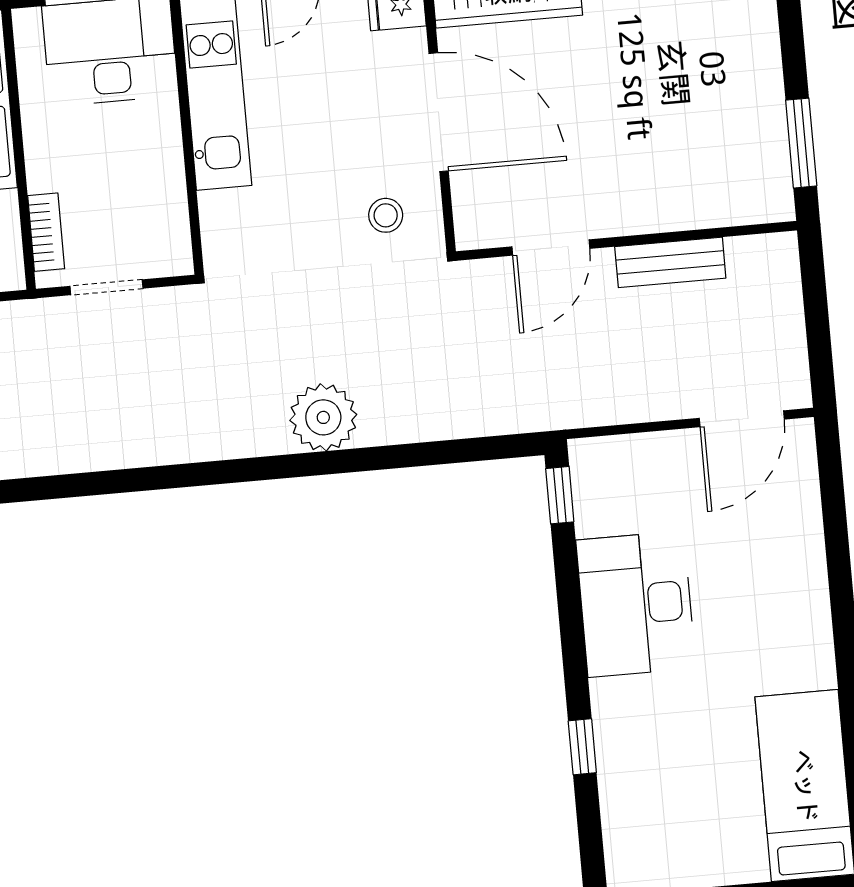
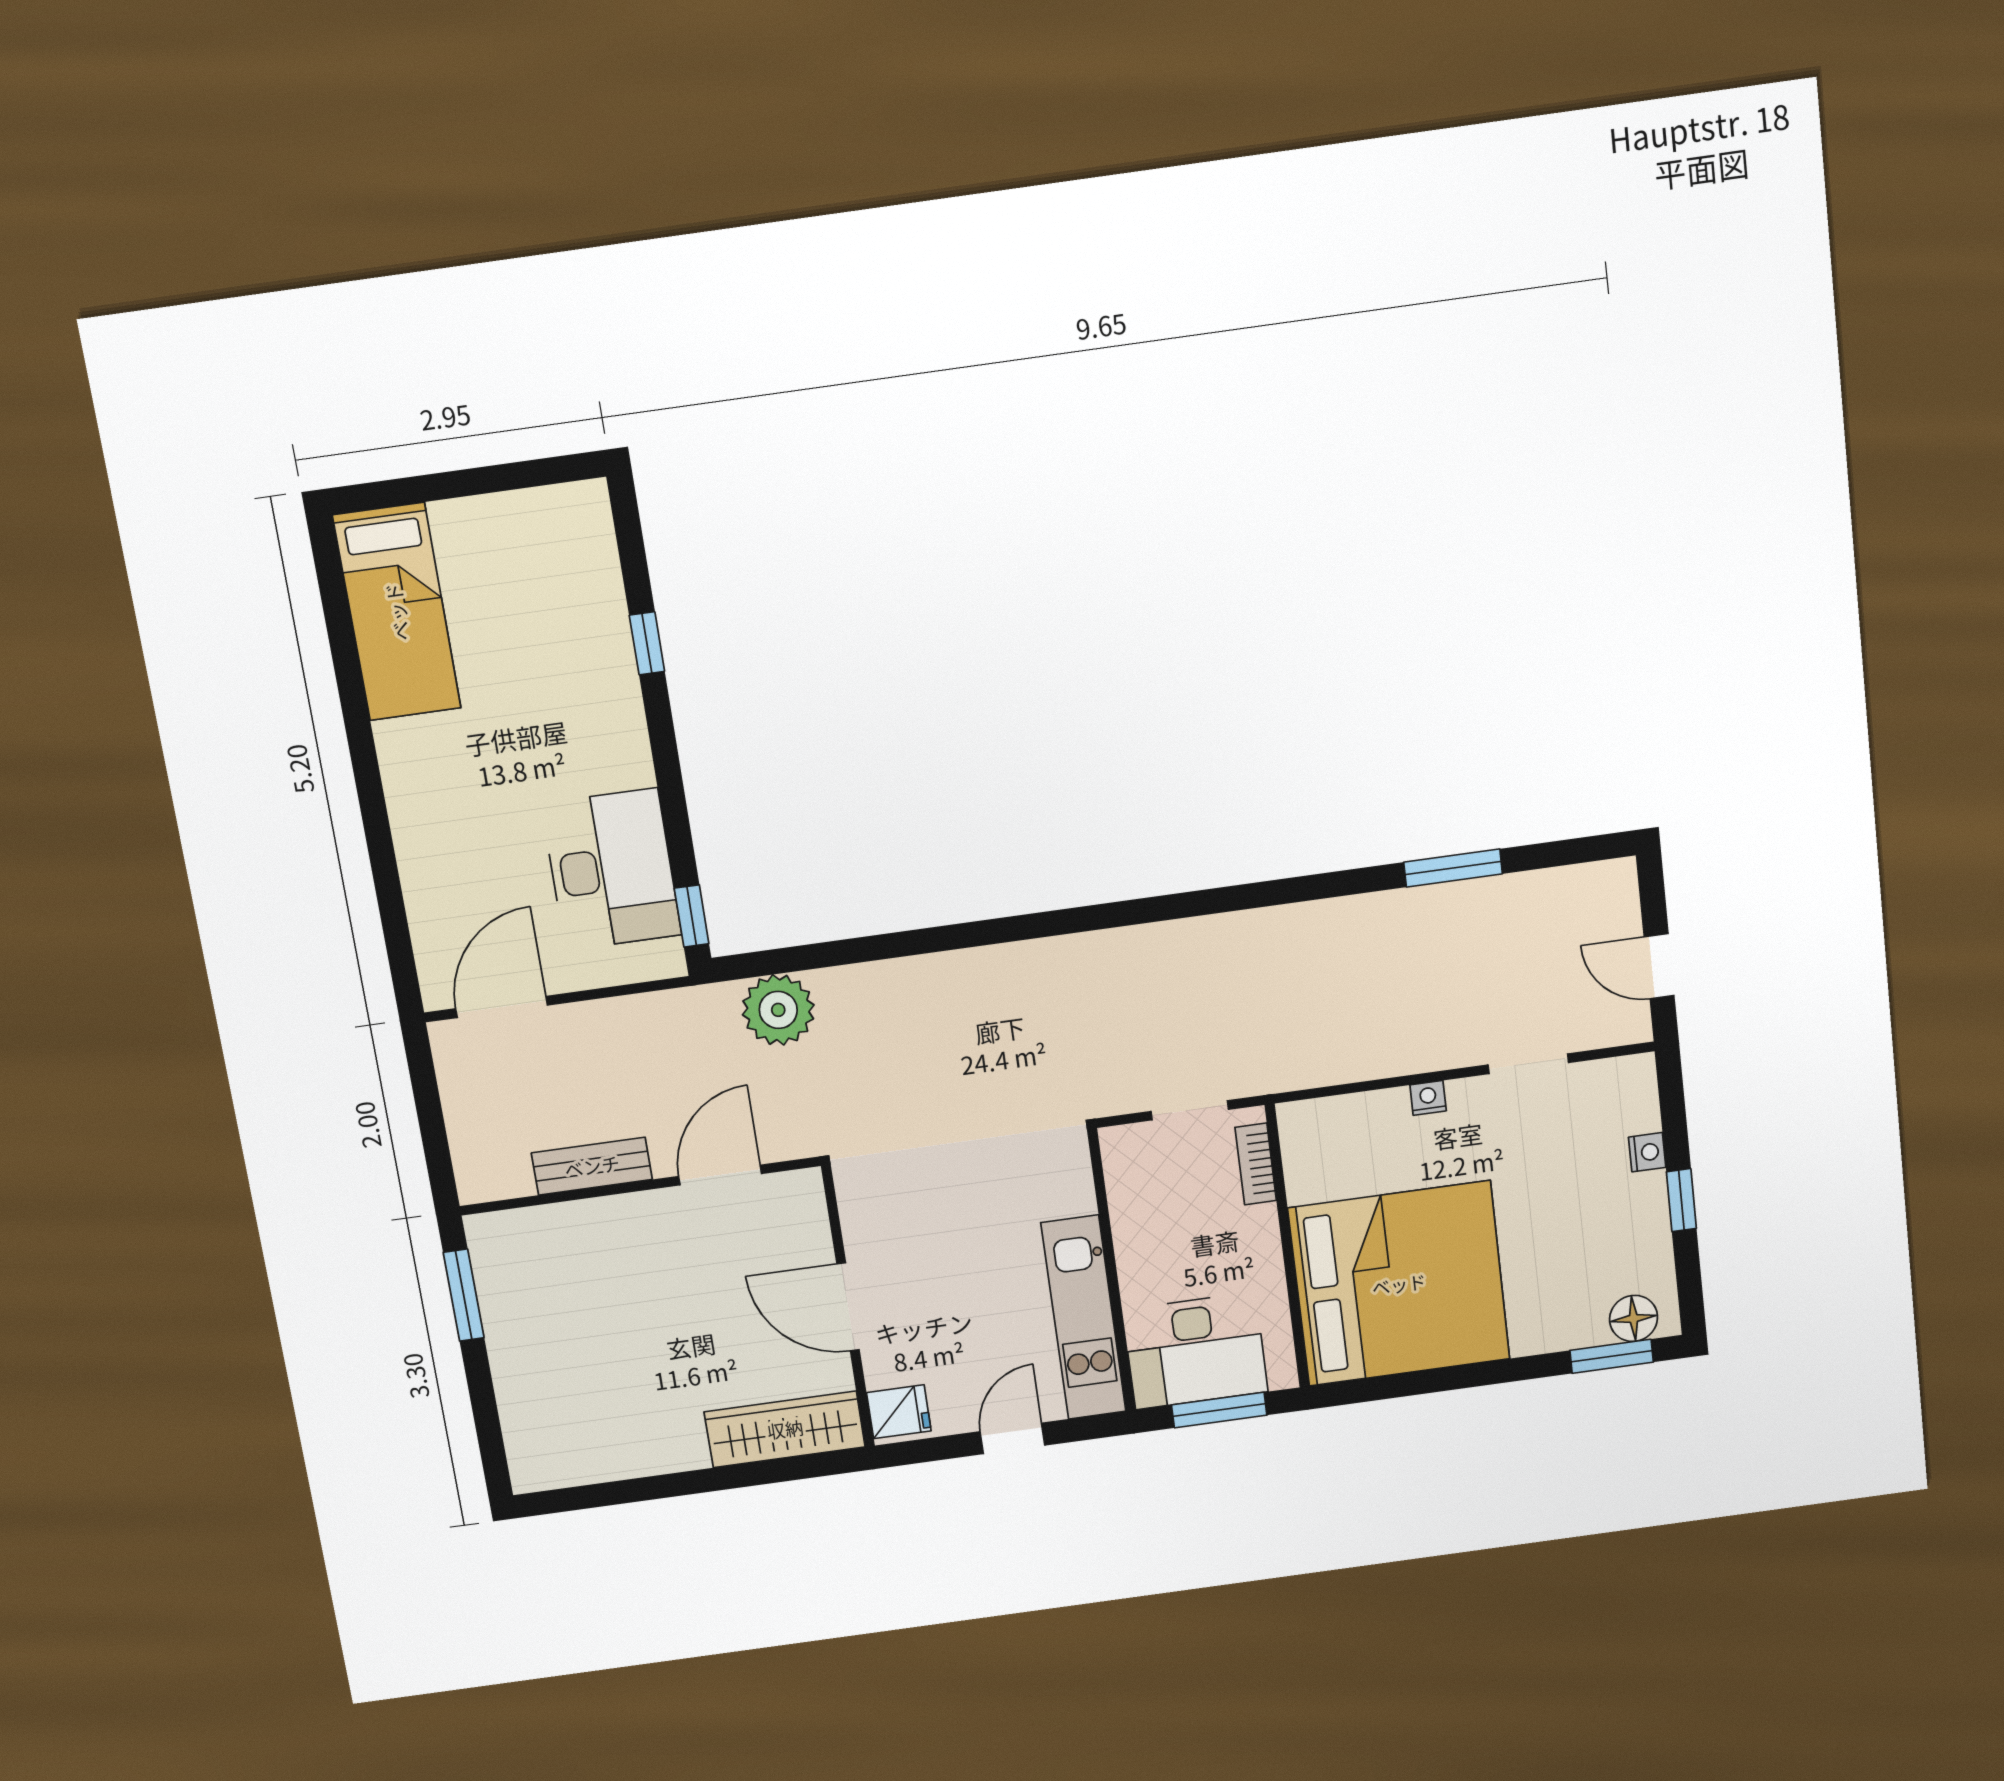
door: (439, 112) -> (848, 1307), width x0.73
stool: (386, 215) -> (897, 1199), removed
plant: (323, 417) -> (778, 1010), moved
desk: (636, 604) -> (611, 869), moved

